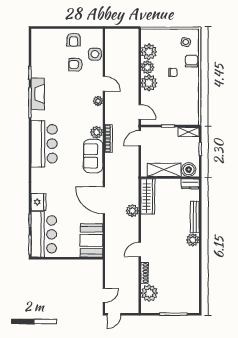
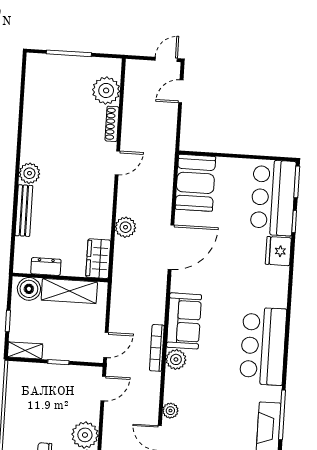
door: (140, 112) -> (103, 388), swing flipped
dresser: (190, 184) -> (46, 266), moved
wardrobe: (148, 196) -> (98, 259), width x0.67
door: (104, 200) -> (171, 247), hinge flipped

